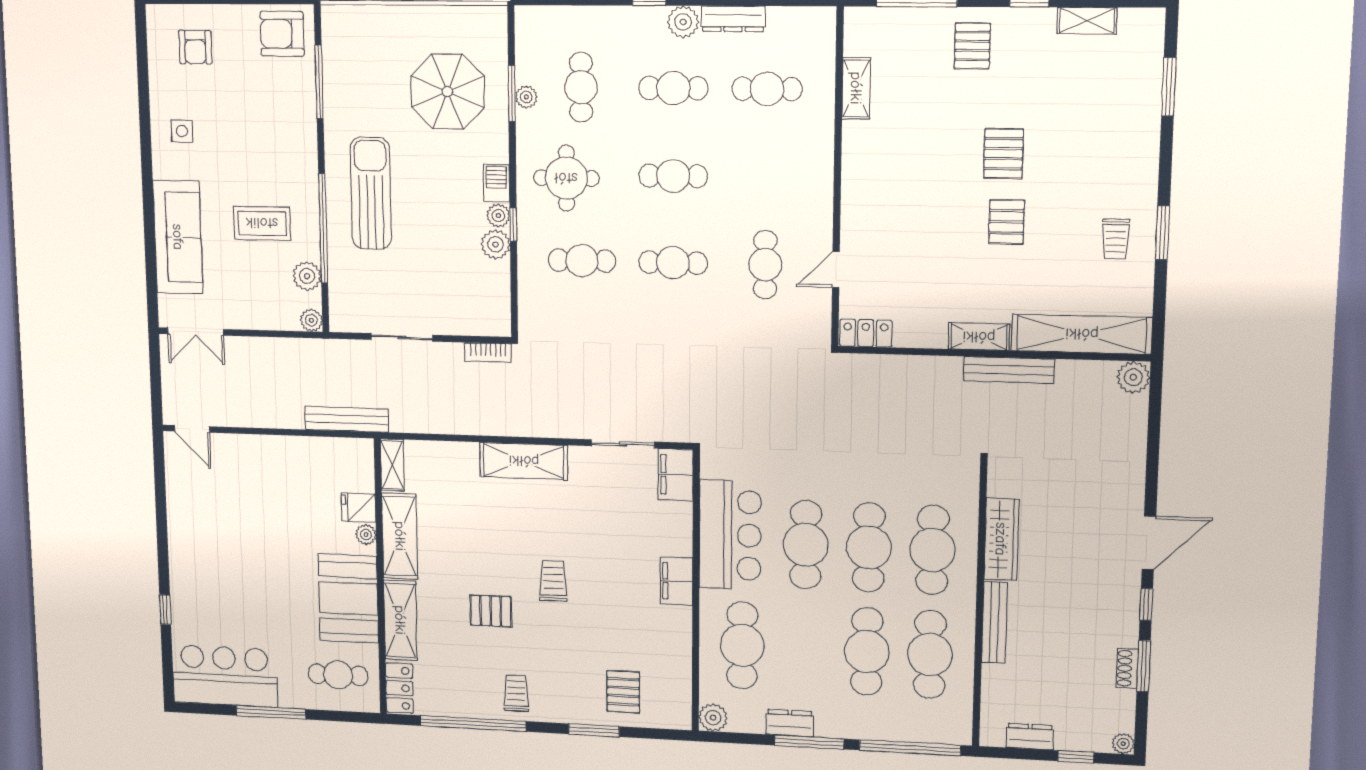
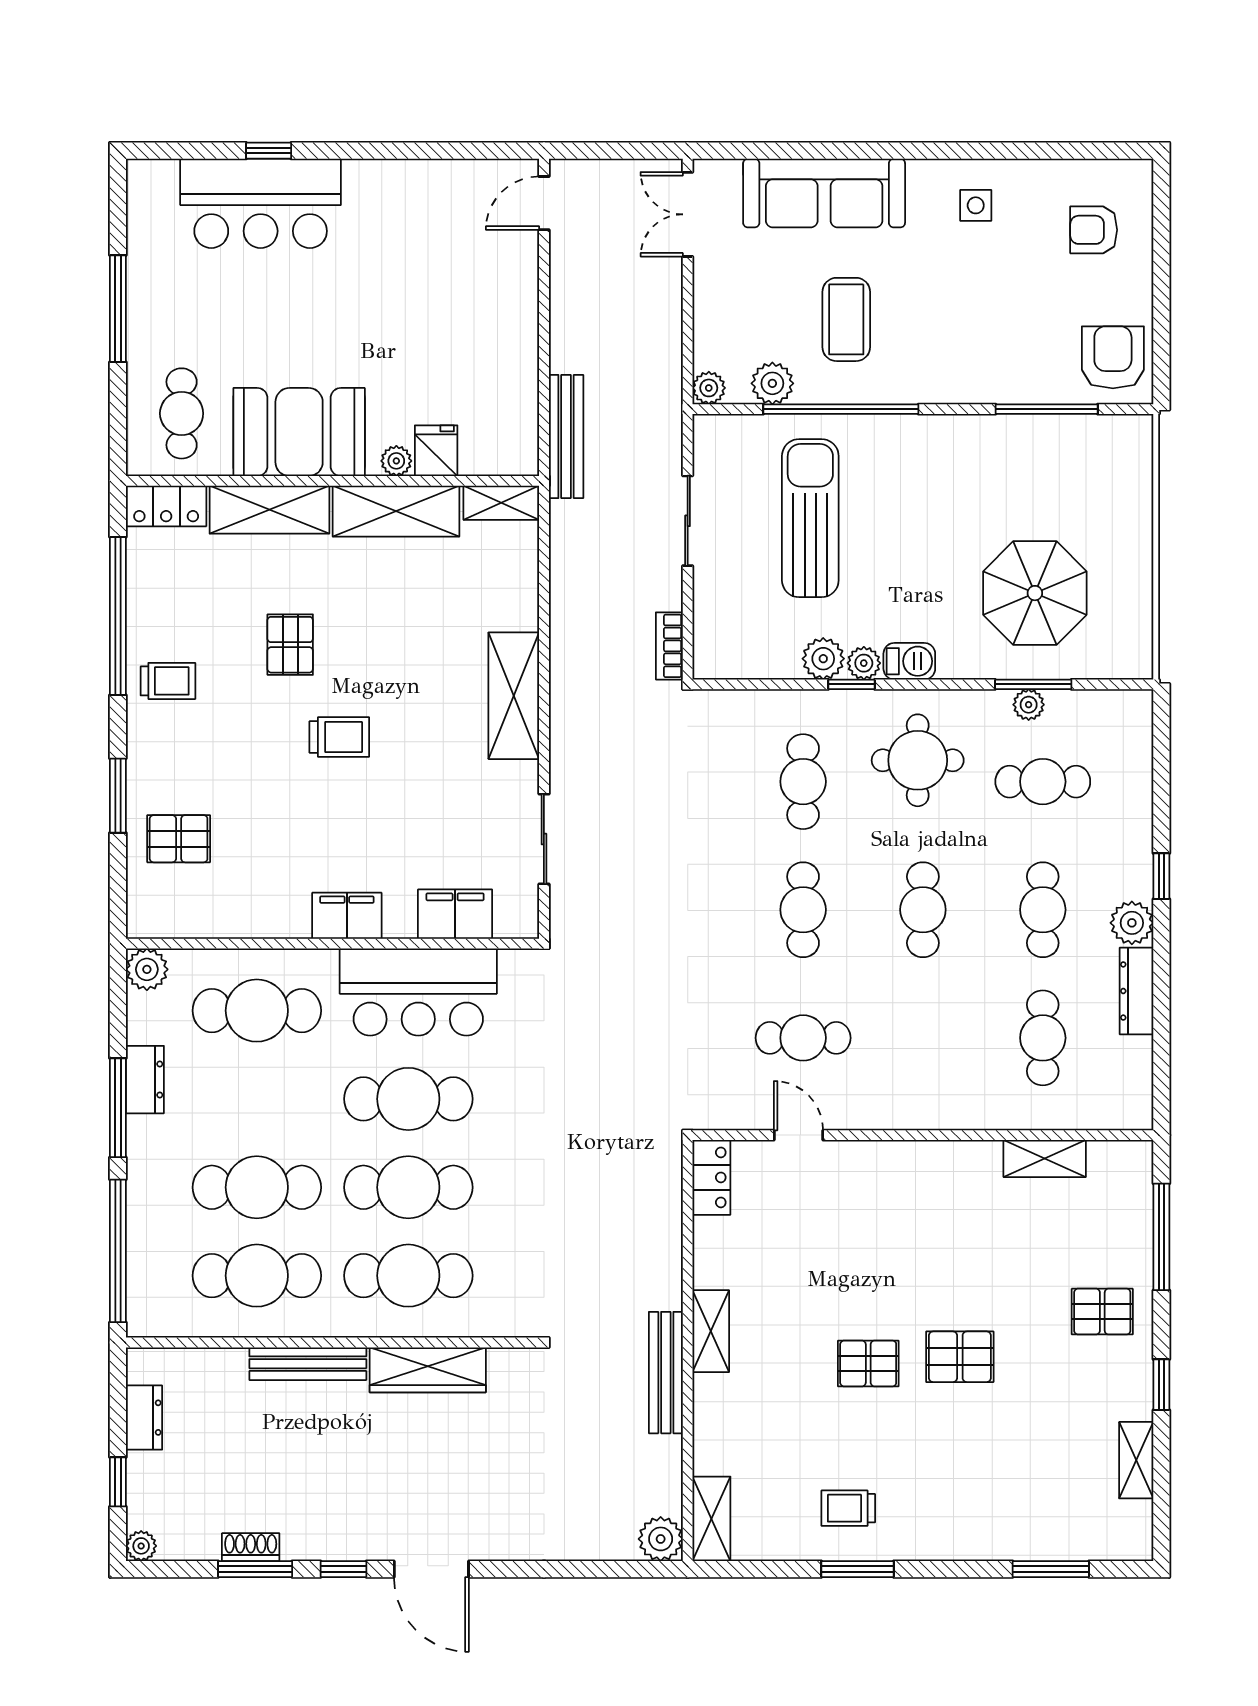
sun lounger: (371, 193) -> (810, 518), moved, turned -90
shelving: (1082, 334) -> (711, 1519), width x0.45, depth x0.75
filing cabinet: (676, 475) -> (455, 914), moved
bar counter: (225, 676) -> (261, 203), moved, turned 90

